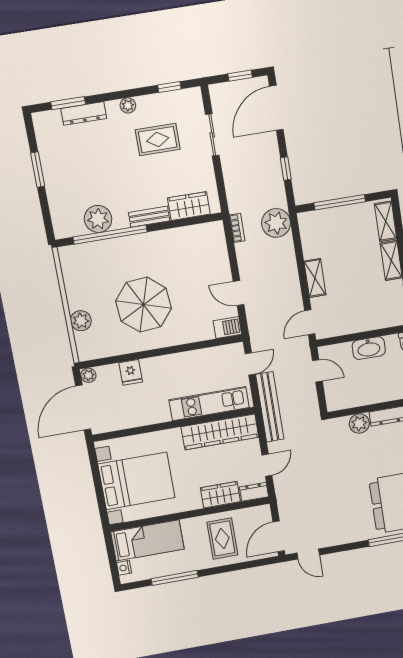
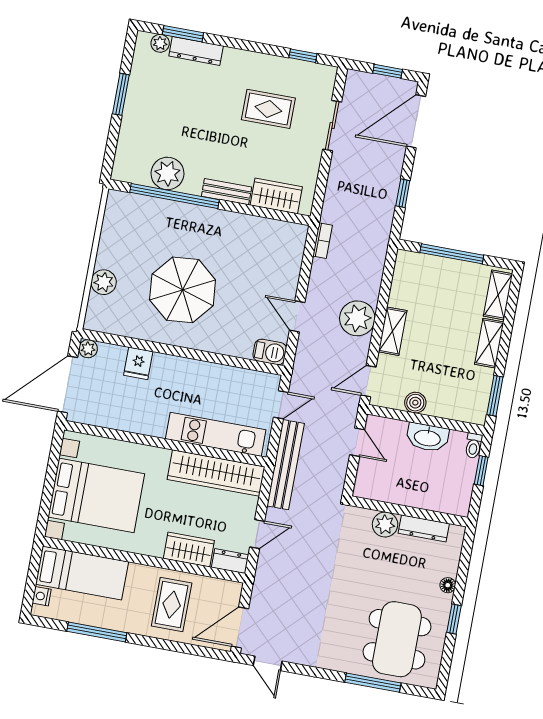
plant: (128, 105) -> (160, 43), moved
plant: (276, 223) -> (357, 318), moved
boiler: (351, 326) -> (415, 403), added

